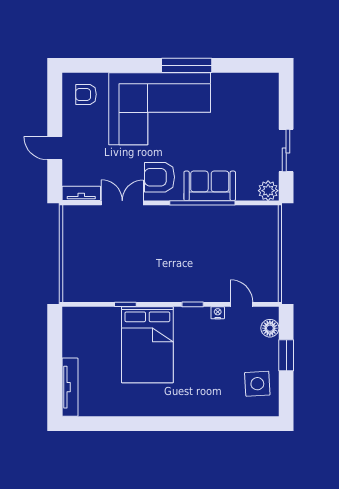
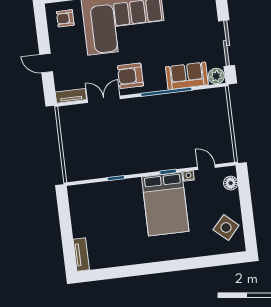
sliding door: (286, 151) -> (226, 43), width x1.37
sofa: (210, 186) -> (187, 76), moved
bed: (147, 345) -> (165, 204), moved
window: (286, 355) -> (246, 203), removed
side table: (257, 384) -> (226, 228), turned 45
tv unit: (70, 387) -> (81, 255), width x0.71

